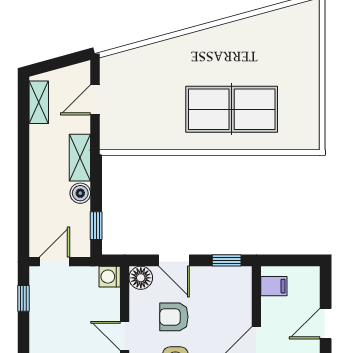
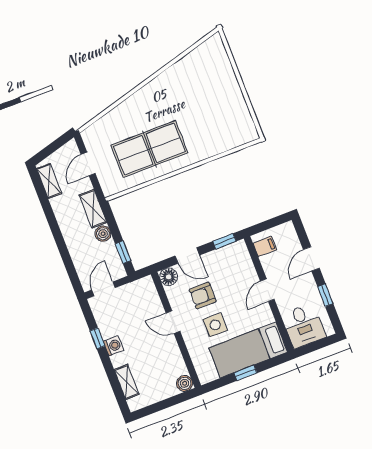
table tennis table: (232, 109) -> (149, 149), moved
washing machine: (110, 277) -> (113, 346), moved, turned 180
window: (23, 298) -> (97, 338), moved

